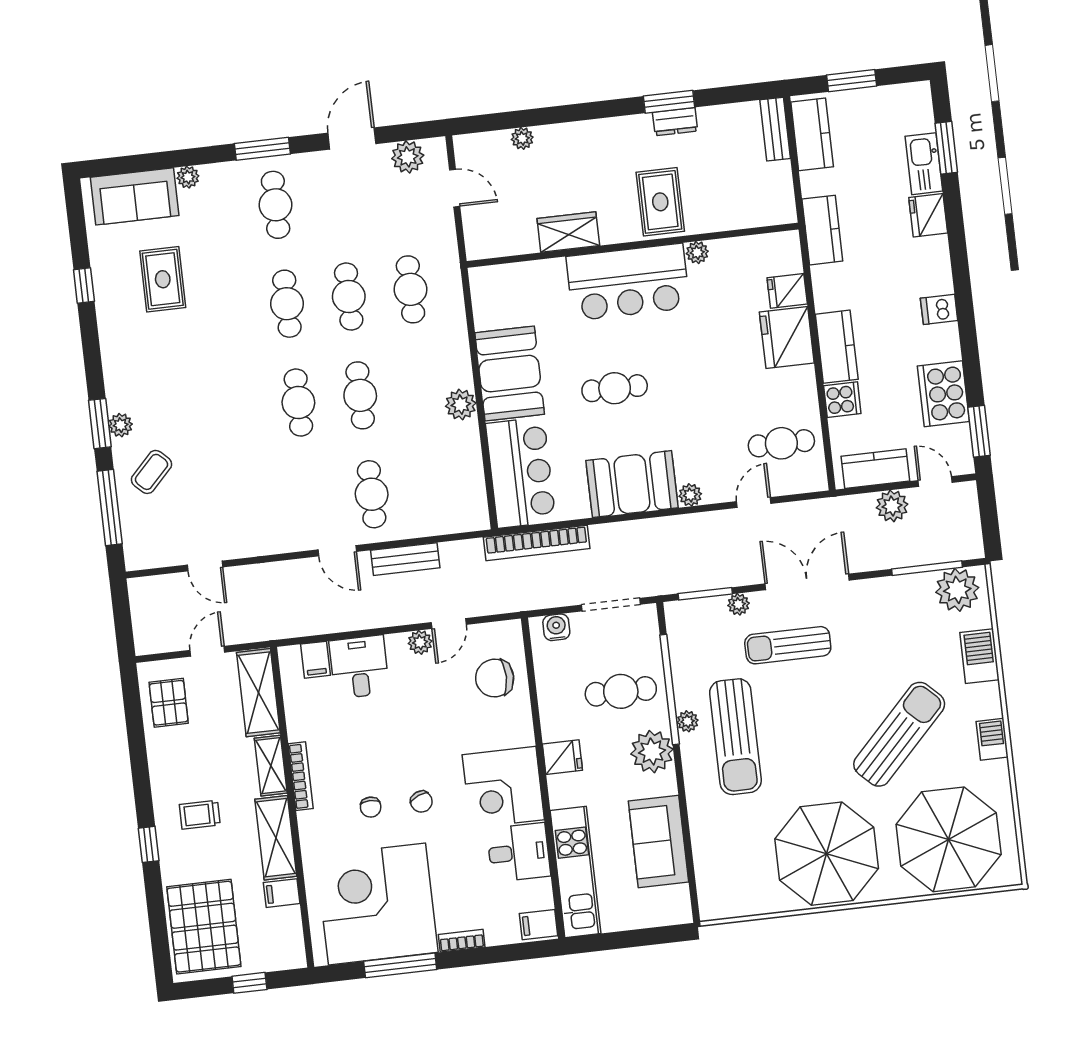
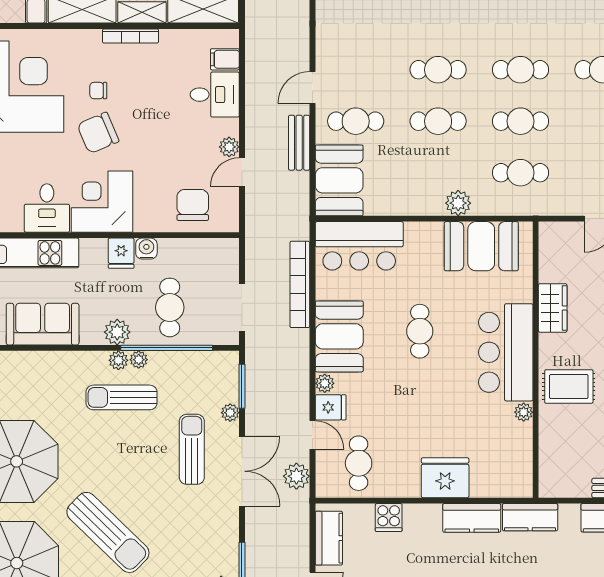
fridge: (787, 291) -> (331, 407), moved, turned 90
kitchen counter: (837, 347) -> (472, 518), moved
booth: (510, 374) -> (481, 246), moved
plant: (461, 405) -> (458, 203), moved
booth: (445, 506) -> (339, 180), added
plant: (892, 506) -> (296, 476), moved
bookcase: (537, 543) -> (300, 284), moved
door: (449, 623) -> (242, 172), hinge flipped
water cooler: (556, 627) -> (146, 249), moved, turned -90
sun lounger: (735, 737) -> (122, 397), width x0.73, depth x0.75
plant: (691, 746) -> (118, 360), added
plant: (652, 752) -> (117, 332), width x0.73, depth x0.73
chair: (421, 802) -> (98, 133), width x1.87, depth x1.87

